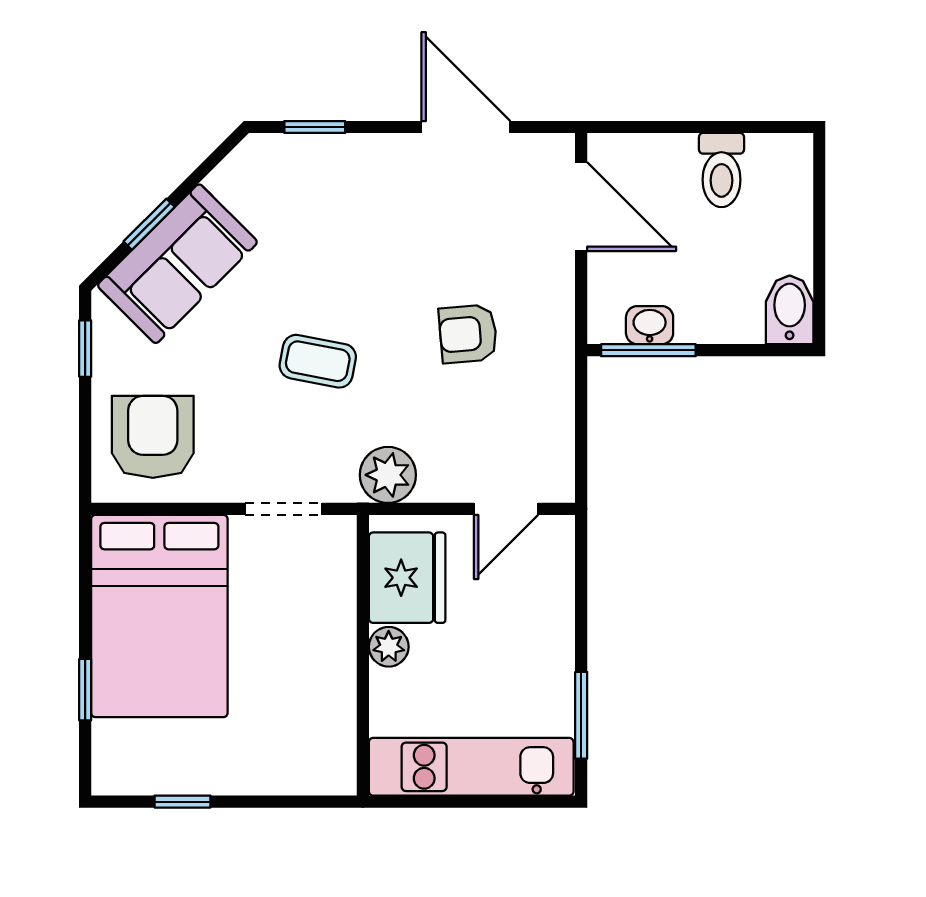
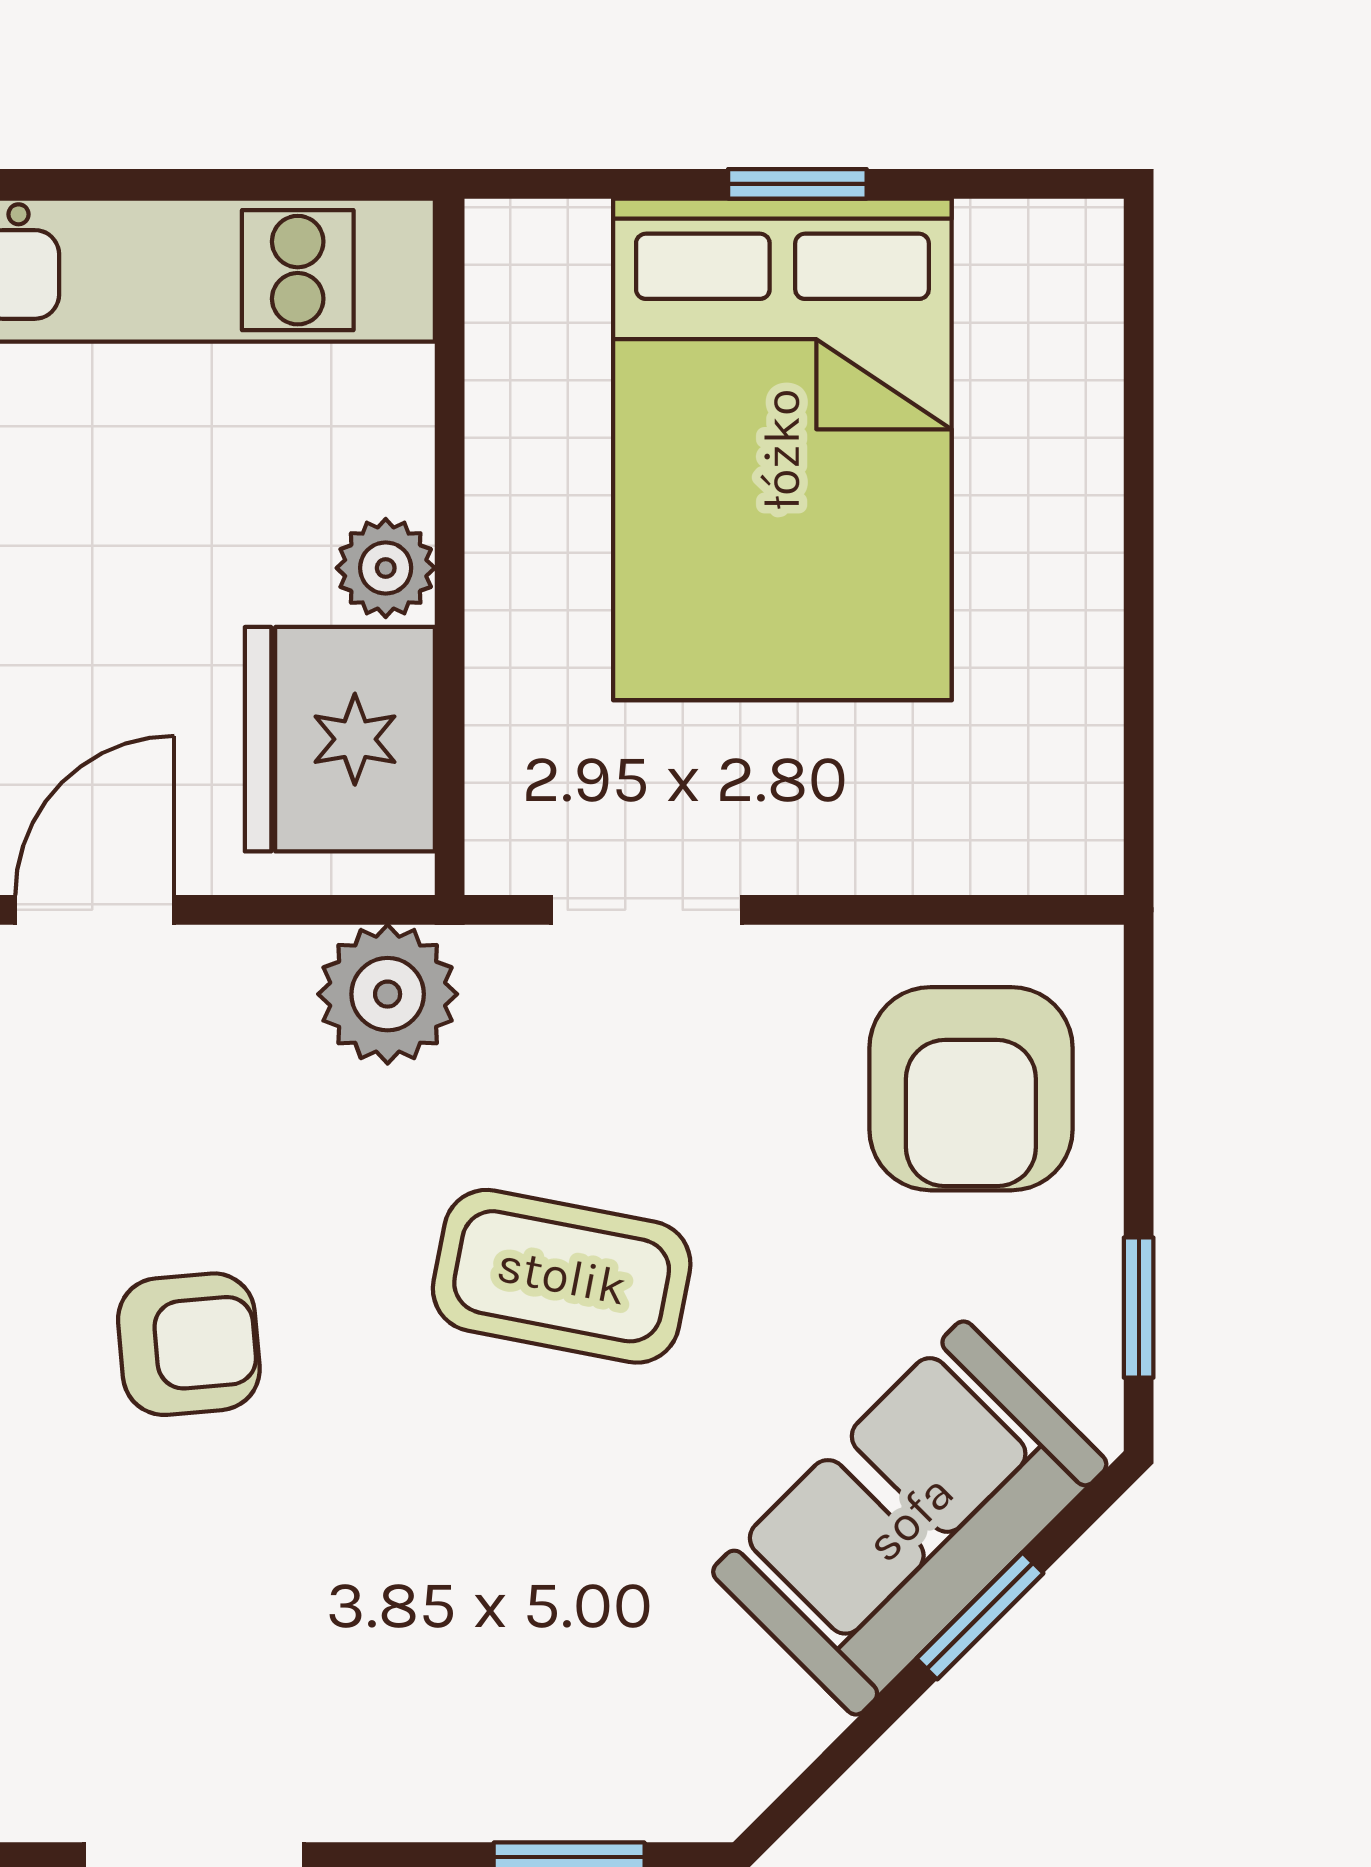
coffee table: (318, 361) -> (562, 1276), width x1.36, depth x1.30
bed: (159, 616) -> (782, 449), moved, turned 180
window: (85, 690) -> (1139, 461), removed
window: (183, 802) -> (797, 184), moved

